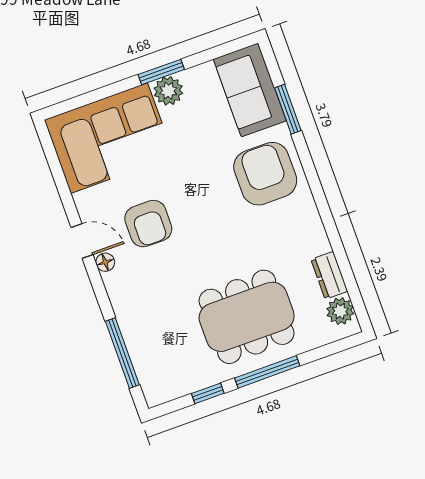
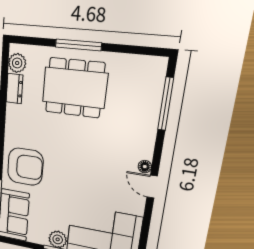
armchair: (265, 174) -> (25, 167), turned -90
armchair: (148, 224) -> (106, 175), removed
window: (208, 393) -> (123, 49), removed

